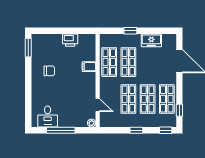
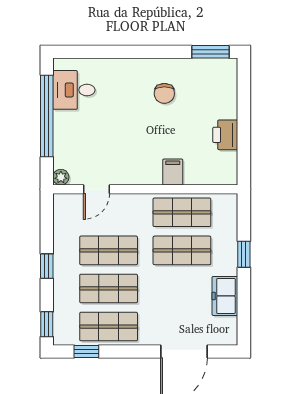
window: (61, 130) -> (47, 116), width x1.46

